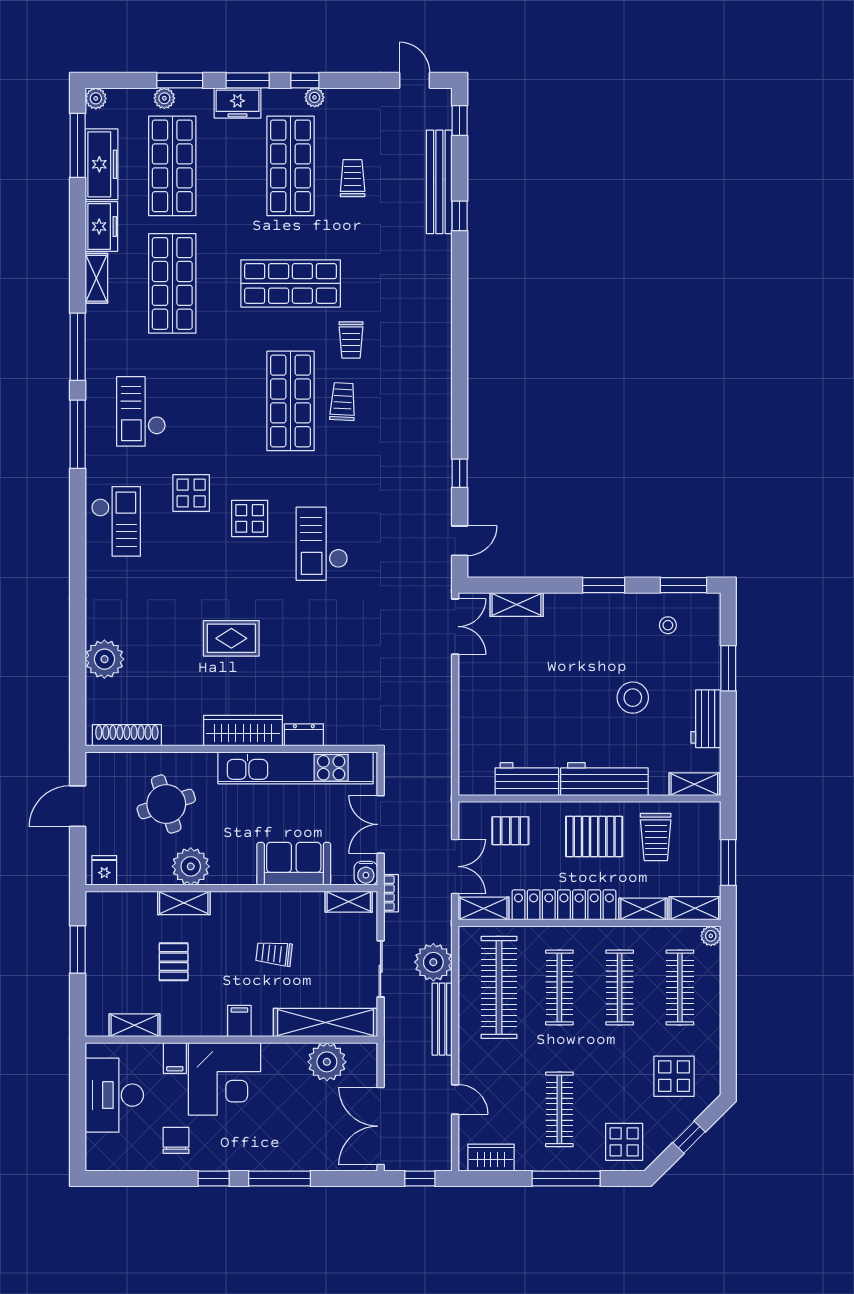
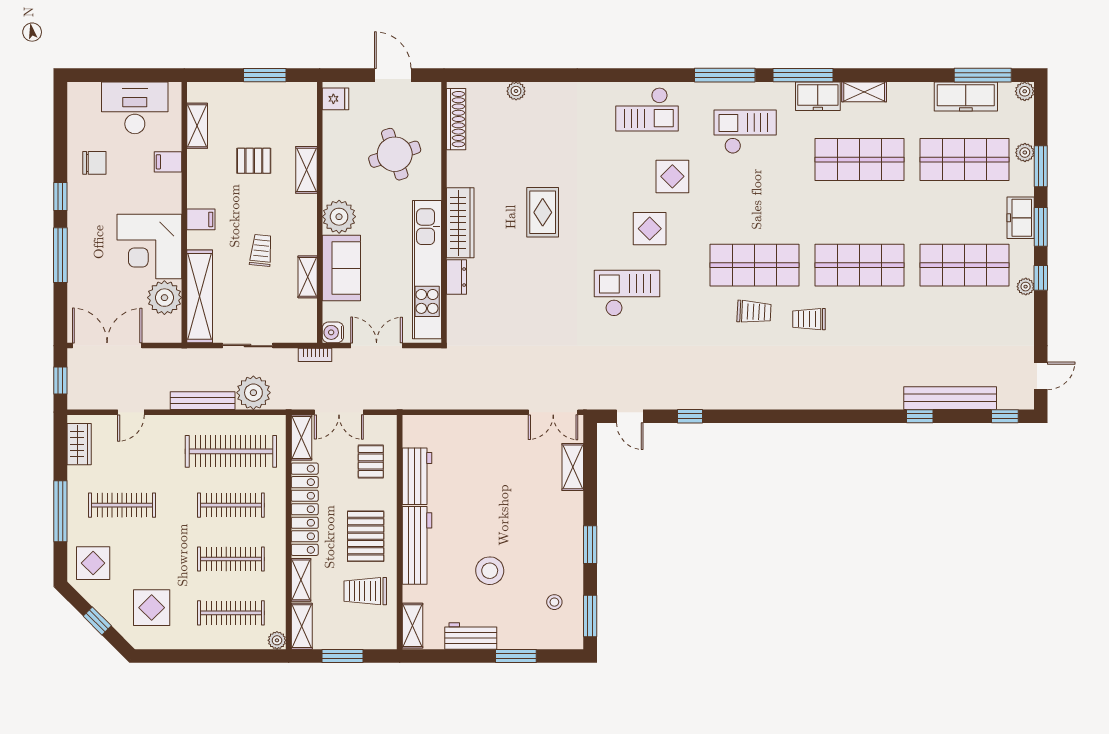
trolley: (353, 178) -> (953, 321), removed
freezer: (101, 226) -> (818, 96), moved
shop shelf: (291, 283) -> (859, 265), turned 90
plant: (104, 659) -> (516, 91), width x0.53, depth x0.53
plant: (191, 866) -> (339, 217), moved
shelving: (349, 902) -> (308, 277), moved
corner desk: (224, 1079) -> (149, 246), moved

